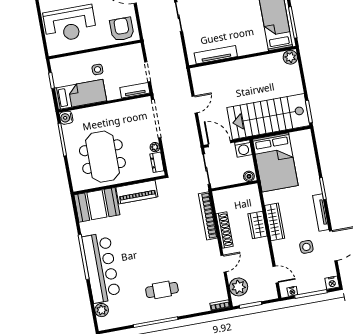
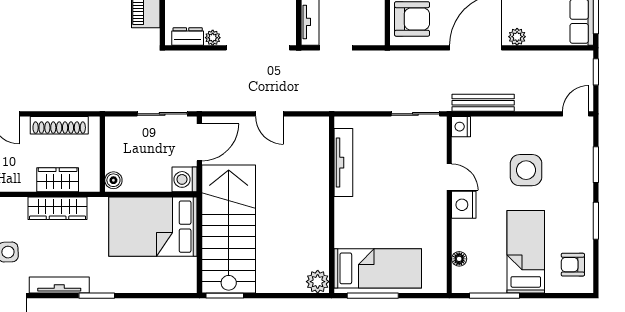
boiler: (249, 176) -> (113, 180), moved
wall: (234, 186) -> (102, 154), moved
bookcase: (208, 216) -> (87, 103), removed

